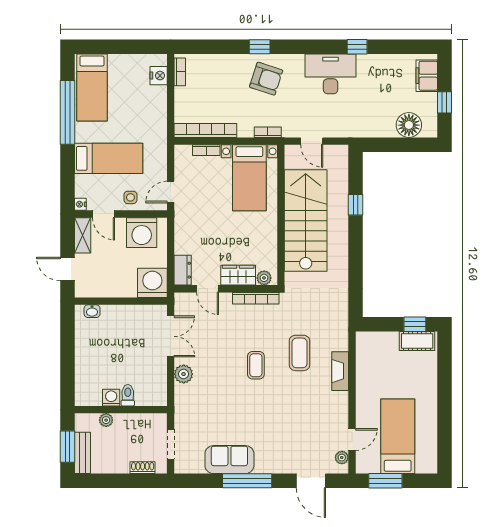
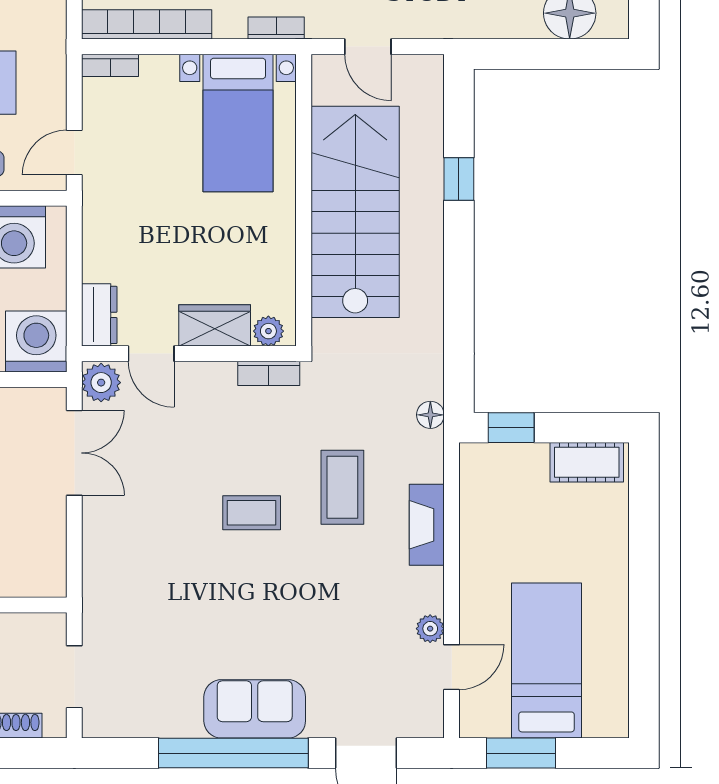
bookcase: (206, 150) -> (110, 65), moved
bookcase: (256, 298) -> (269, 373), width x0.64
floor lamp: (342, 318) -> (430, 415), added
window: (415, 324) -> (511, 428), moved
coffee table: (256, 365) -> (252, 513), turned 90
plant: (184, 374) -> (101, 383), moved
plant: (342, 458) -> (430, 629), moved
sofa: (229, 460) -> (255, 709), moved
window: (247, 481) -> (233, 753), width x1.46

